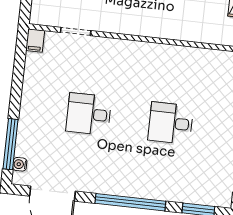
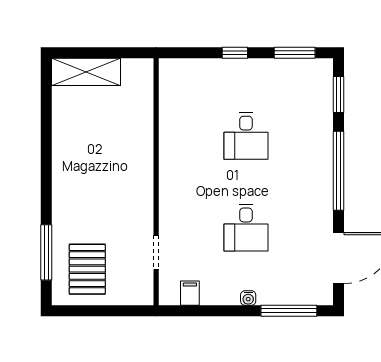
filing cabinet: (35, 40) -> (190, 293), moved, turned -90
water cooler: (20, 164) -> (248, 298), moved

